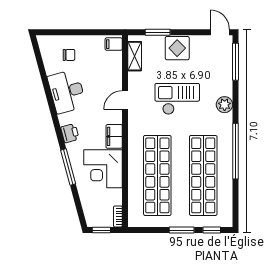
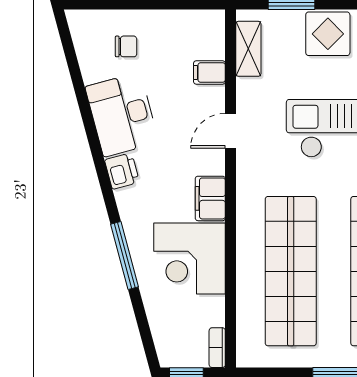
filing cabinet: (114, 44) -> (209, 72), moved
printer: (70, 133) -> (122, 171), moved

